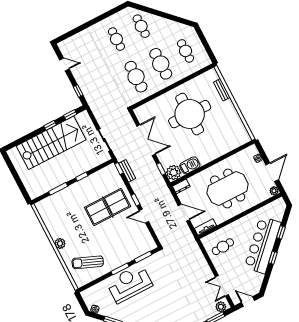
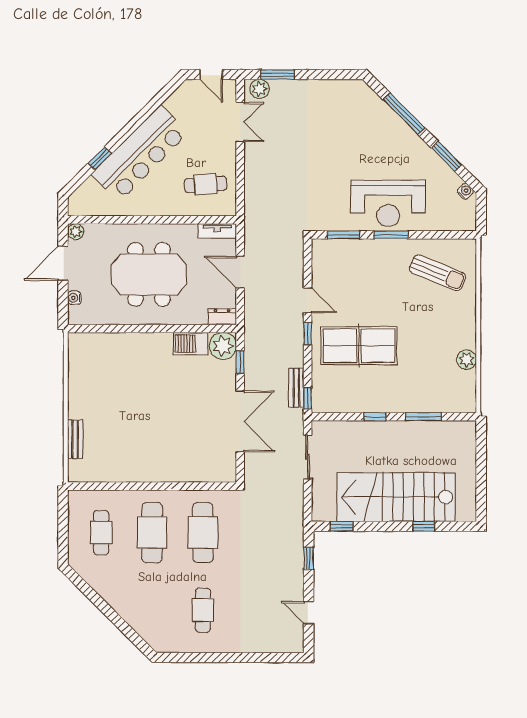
cafe table: (141, 26) -> (152, 610), removed
round table: (190, 114) -> (148, 427), removed
window: (50, 125) -> (424, 526), moved
double door: (146, 140) -> (240, 421), swing flipped
plant: (60, 243) -> (467, 360), moved
window: (273, 258) -> (134, 124), removed

